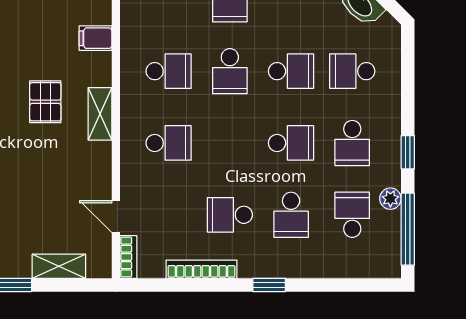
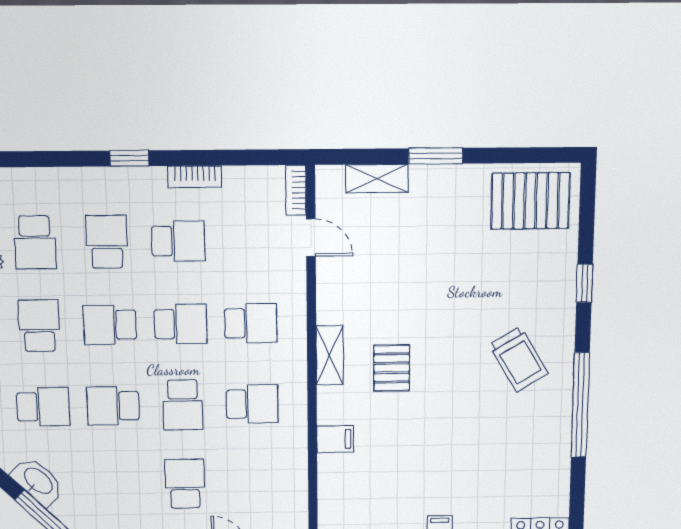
school desk: (169, 71) -> (252, 404), turned 180
school desk: (230, 71) -> (183, 405), turned 180
school desk: (169, 143) -> (251, 323), turned 180
school desk: (230, 143) -> (180, 324), added
bookcase: (201, 269) -> (195, 177), width x0.64

